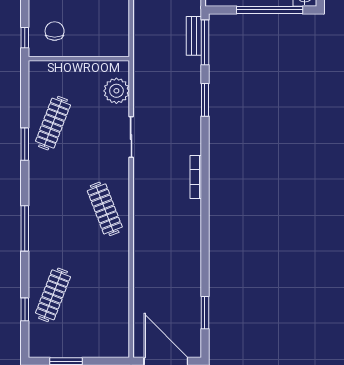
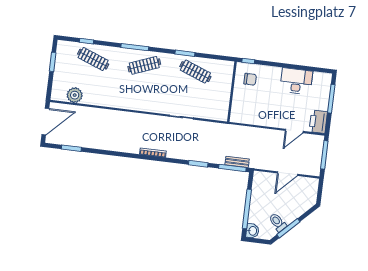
plant: (116, 91) -> (75, 95), moved
clothes rail: (105, 209) -> (144, 65), moved

